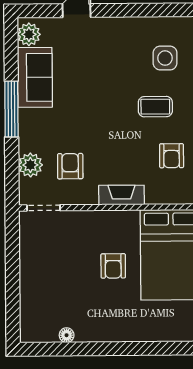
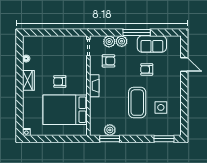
plant: (29, 34) -> (122, 41), moved
coffee table: (155, 107) -> (137, 103), width x1.86, depth x1.72
armchair: (172, 156) -> (147, 69), moved
wardrobe: (111, 330) -> (28, 80), added

